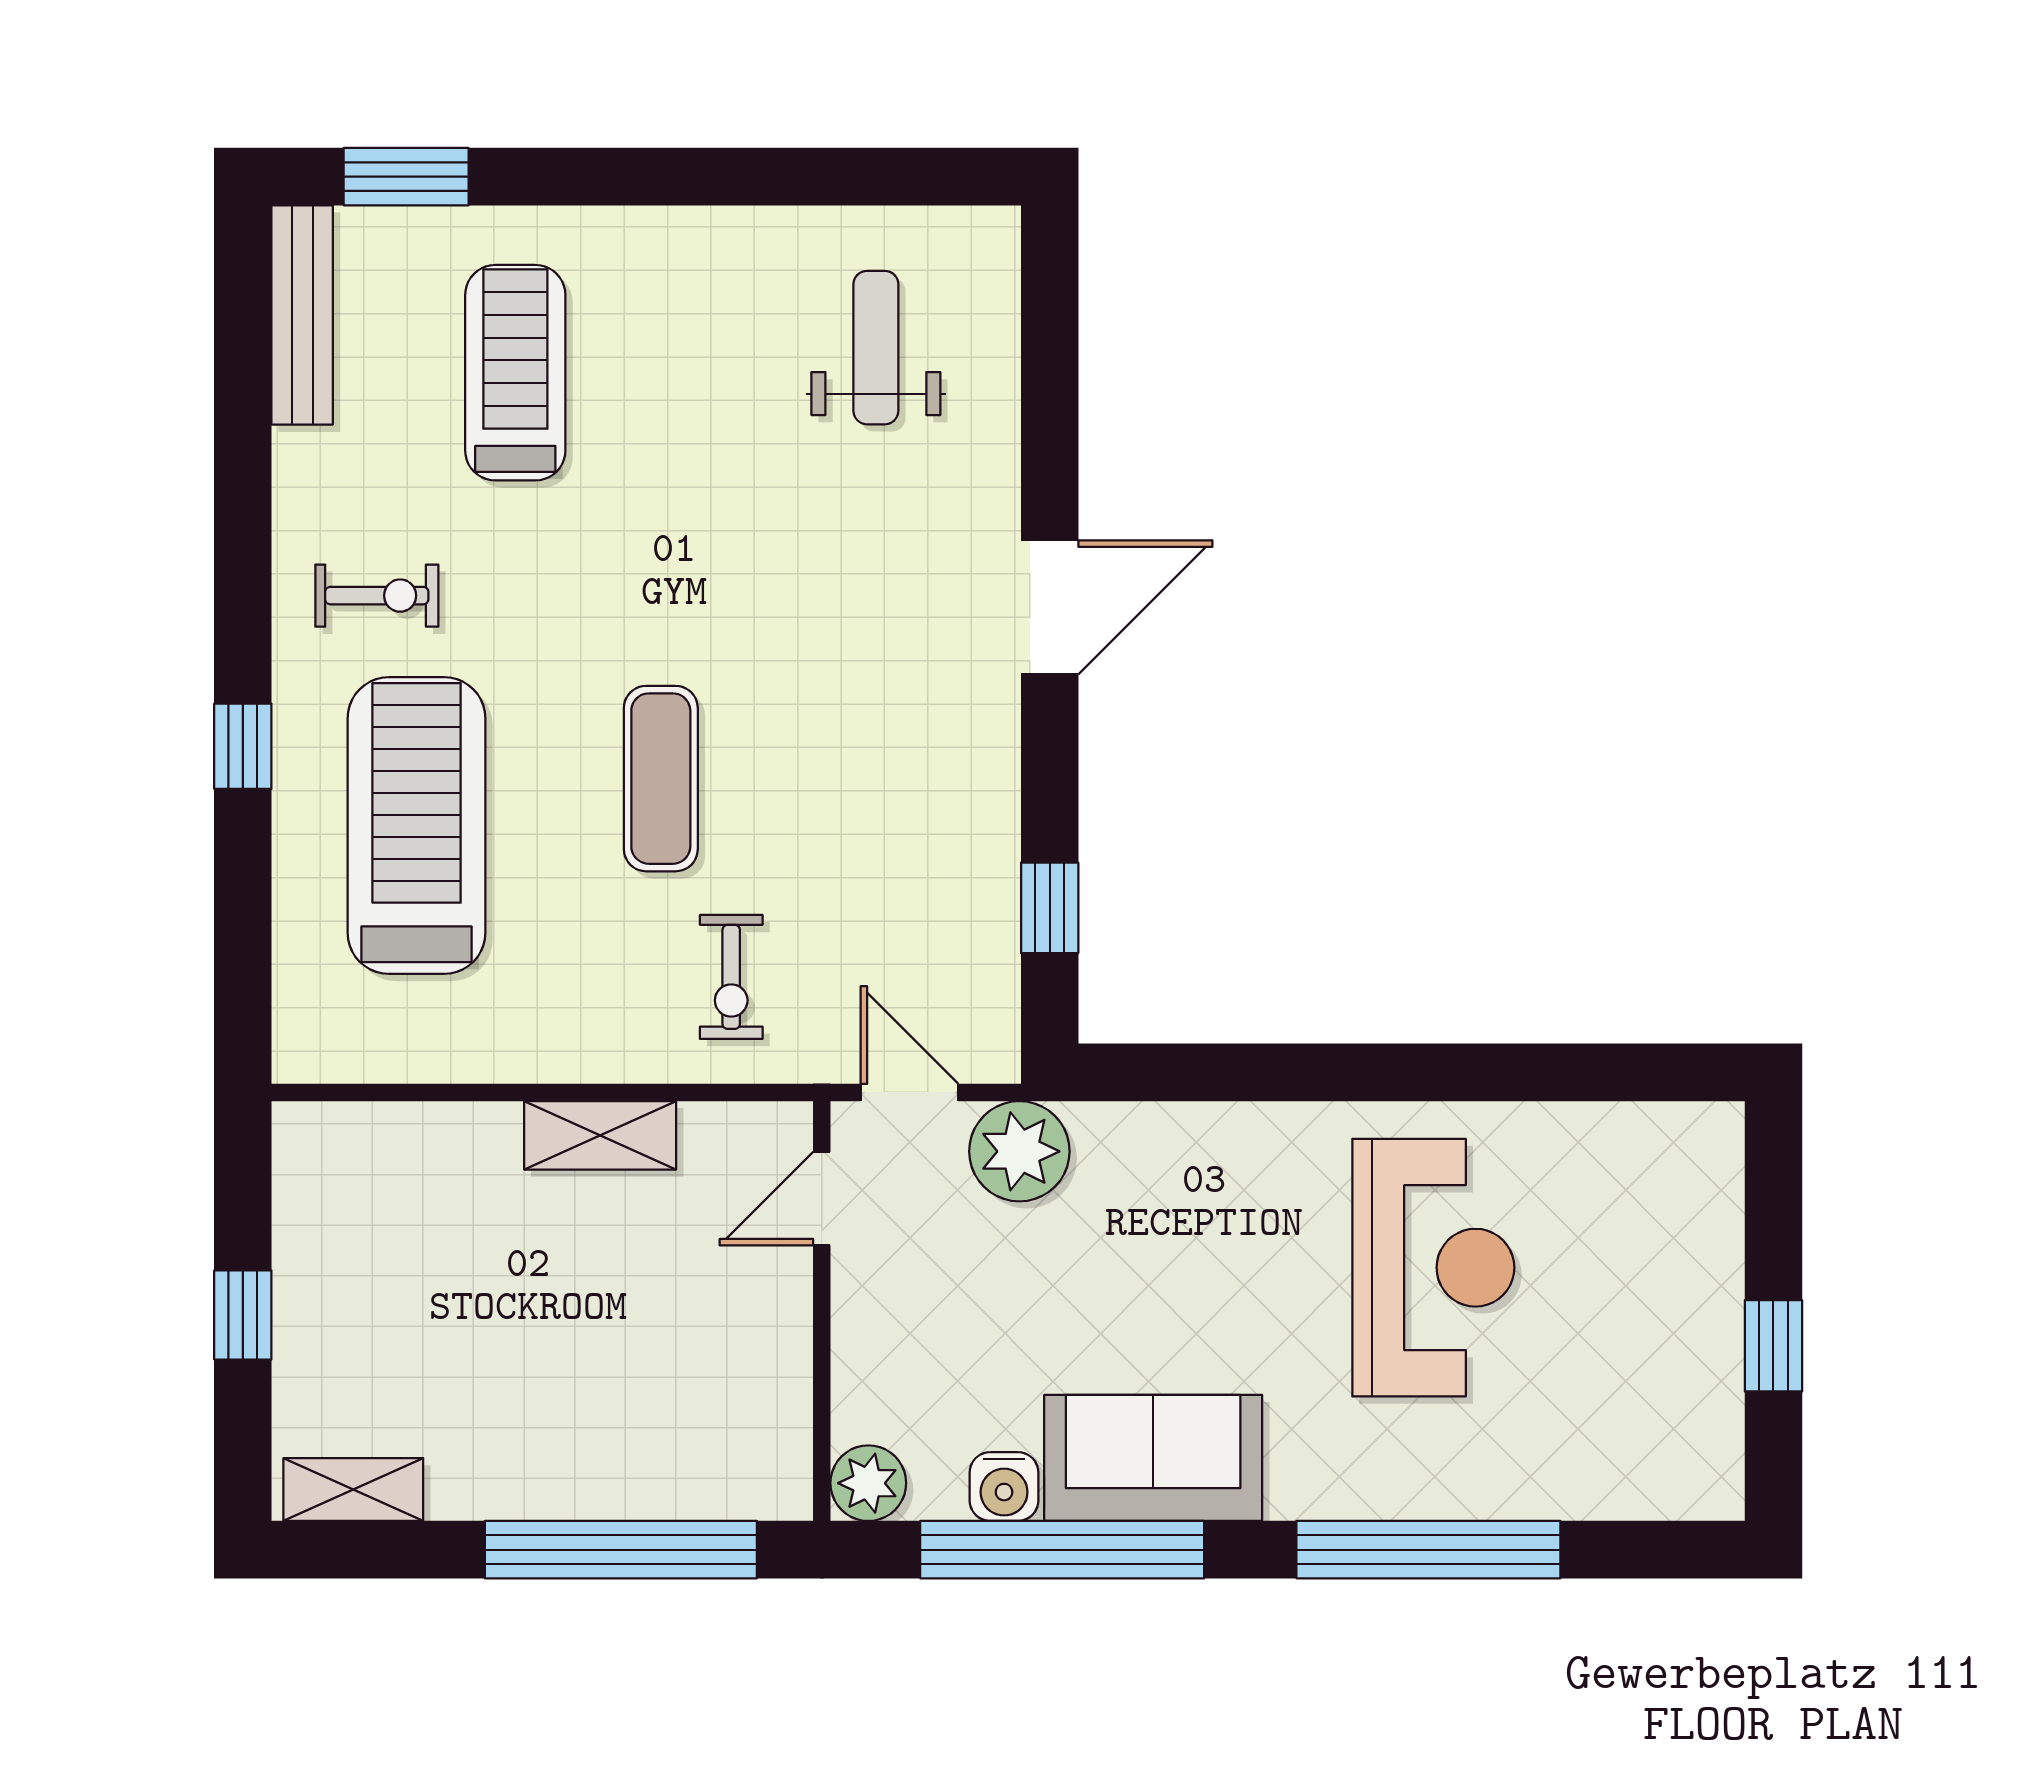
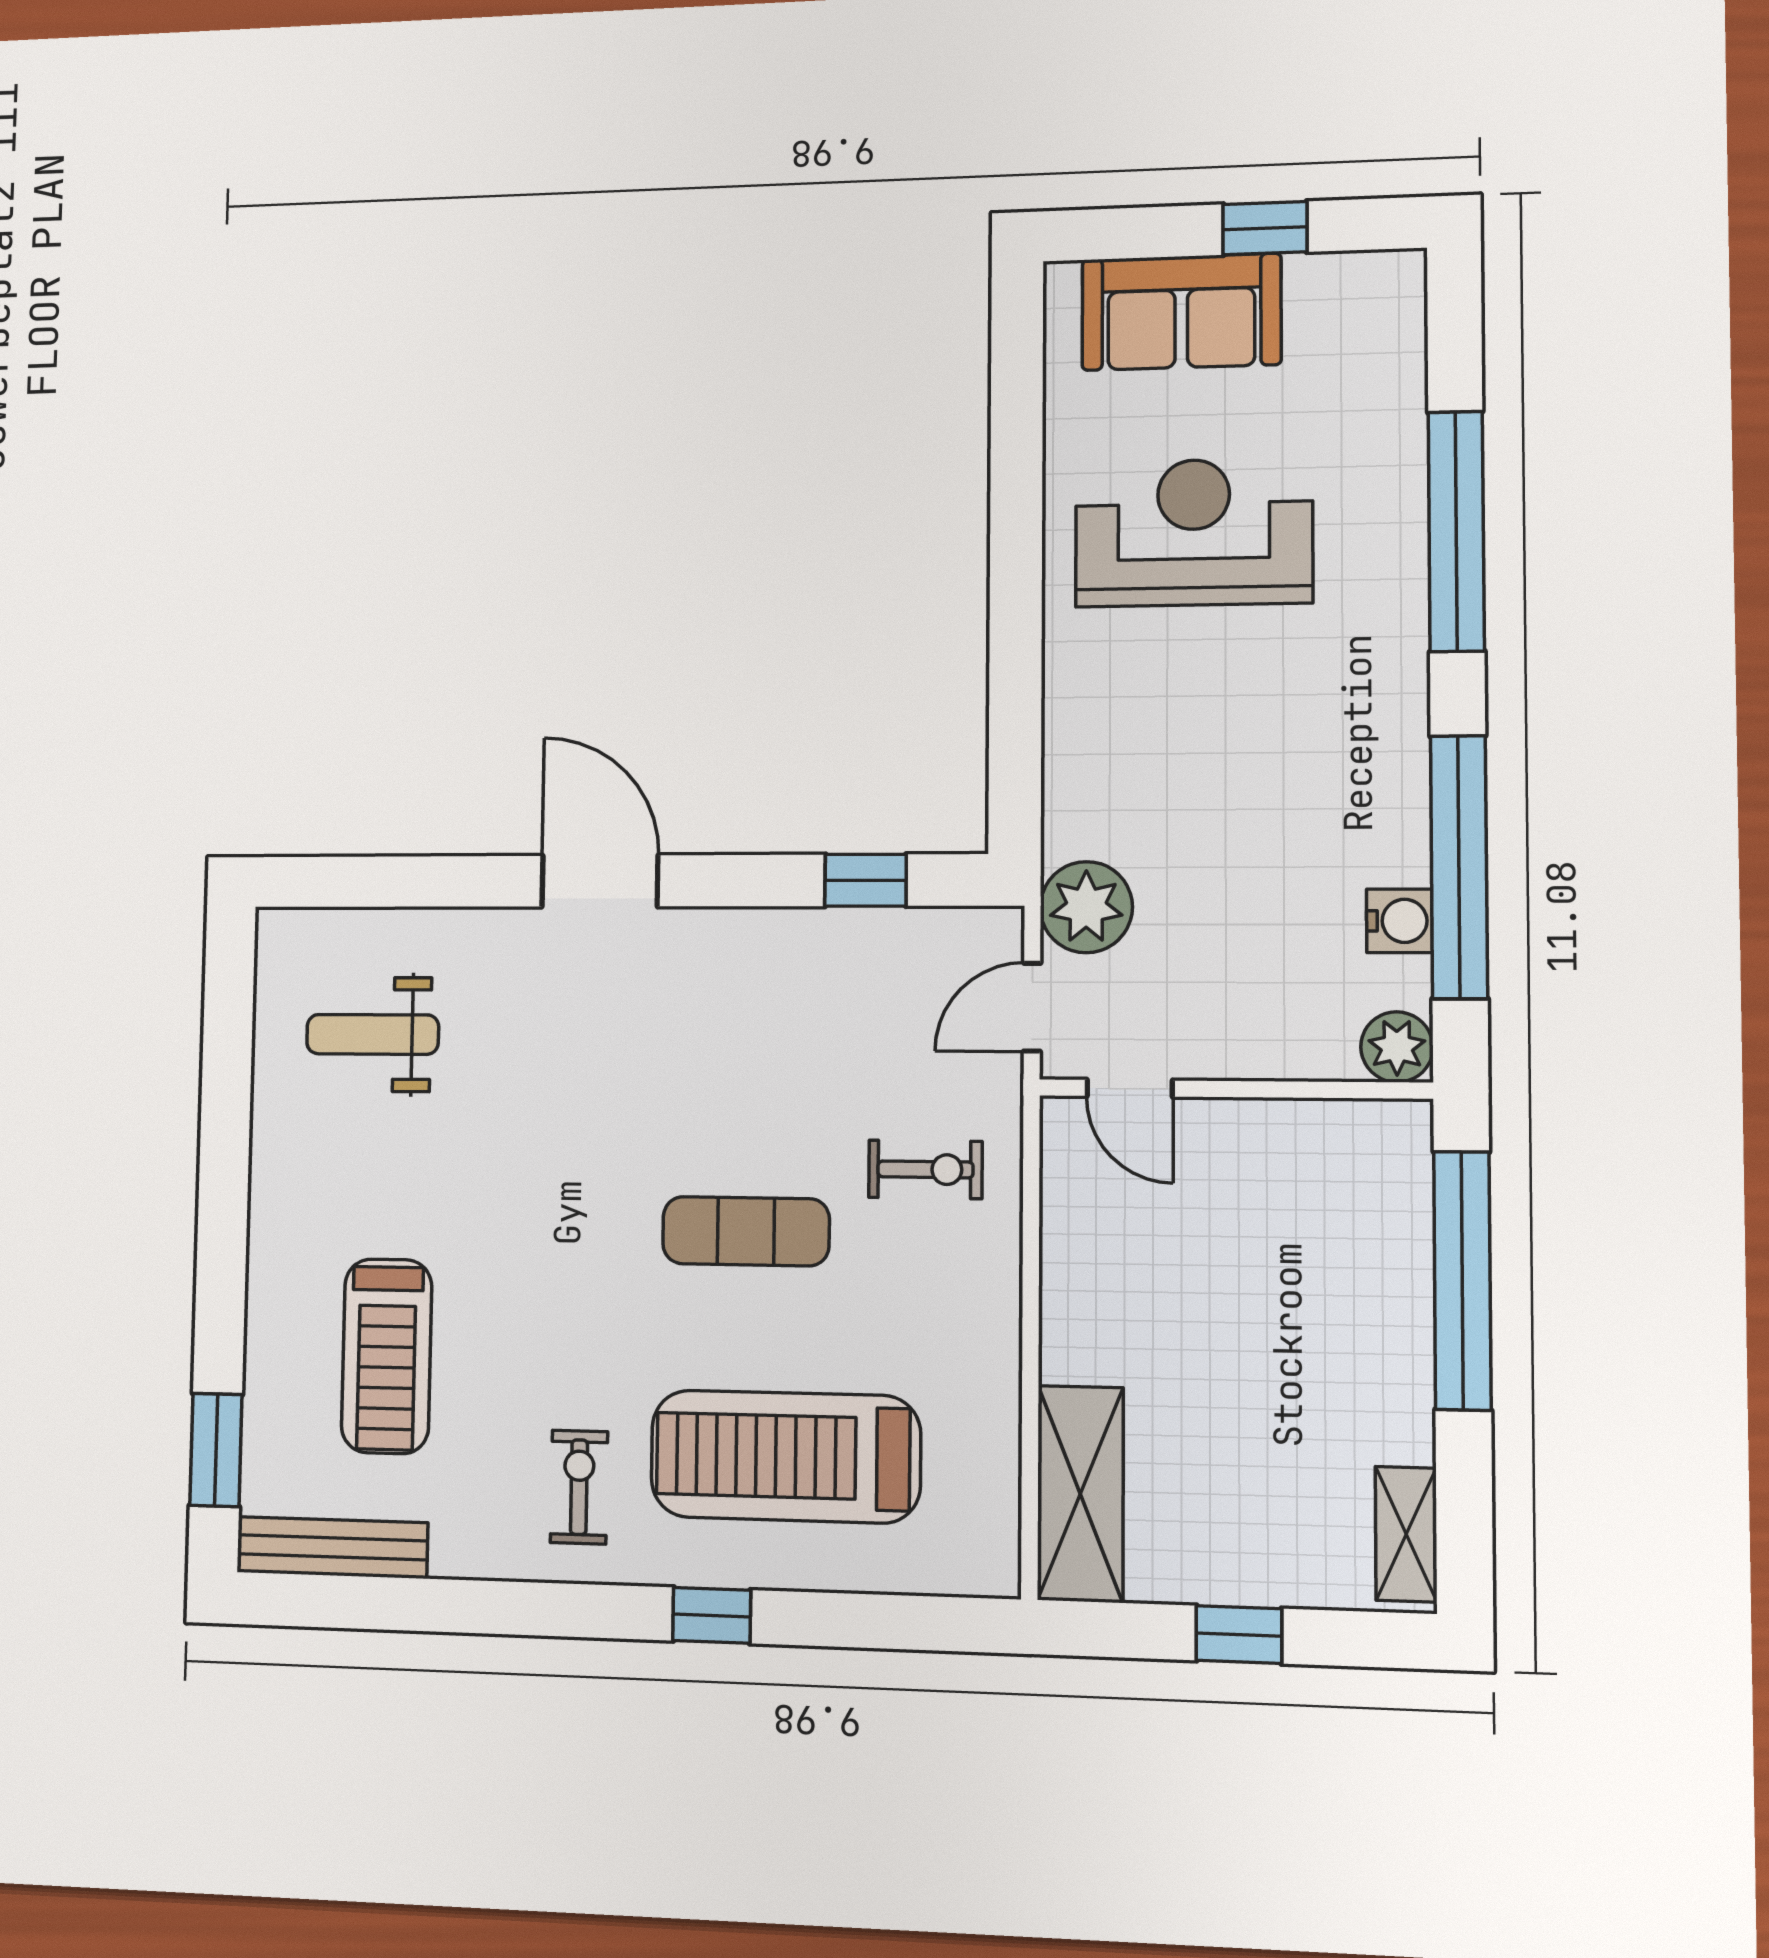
treadmill: (515, 373) -> (387, 1356), turned -90
shelving: (600, 1135) -> (1080, 1494), moved, width x1.50, depth x1.33
sofa: (1153, 1458) -> (1181, 312), moved, turned -90

